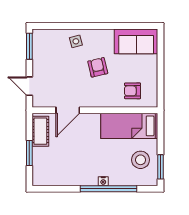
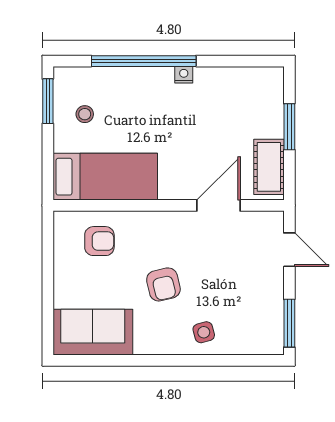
stool: (141, 160) -> (85, 114), width x0.53, depth x0.53
nightstand: (103, 181) -> (184, 75), moved

